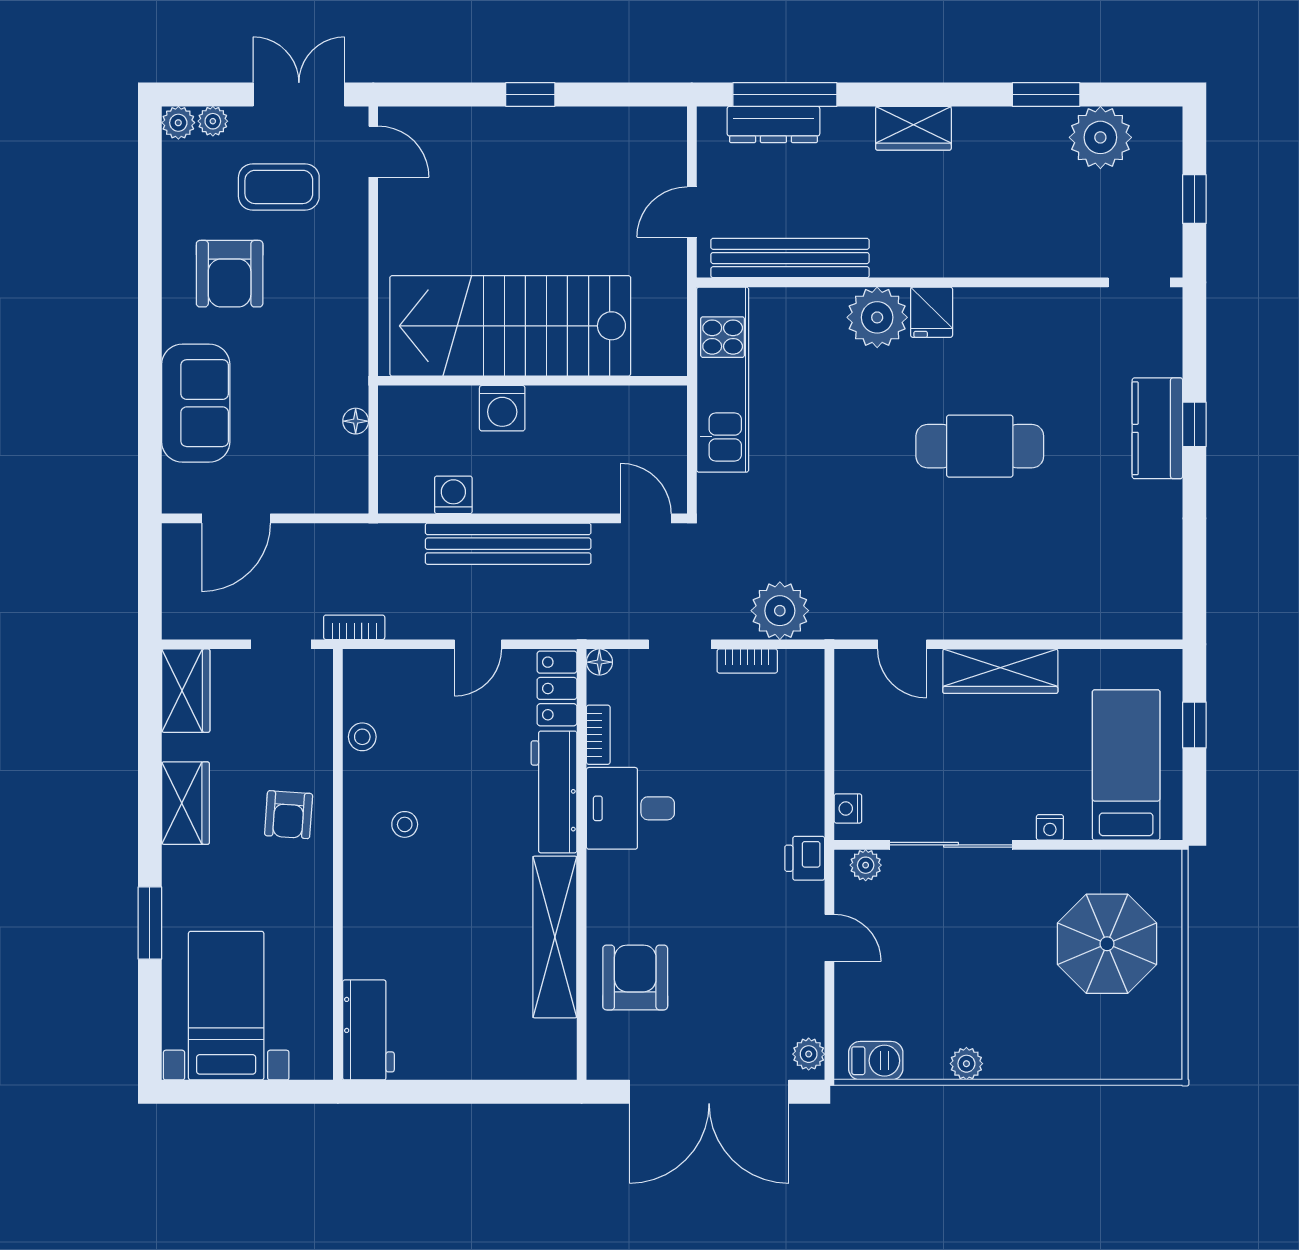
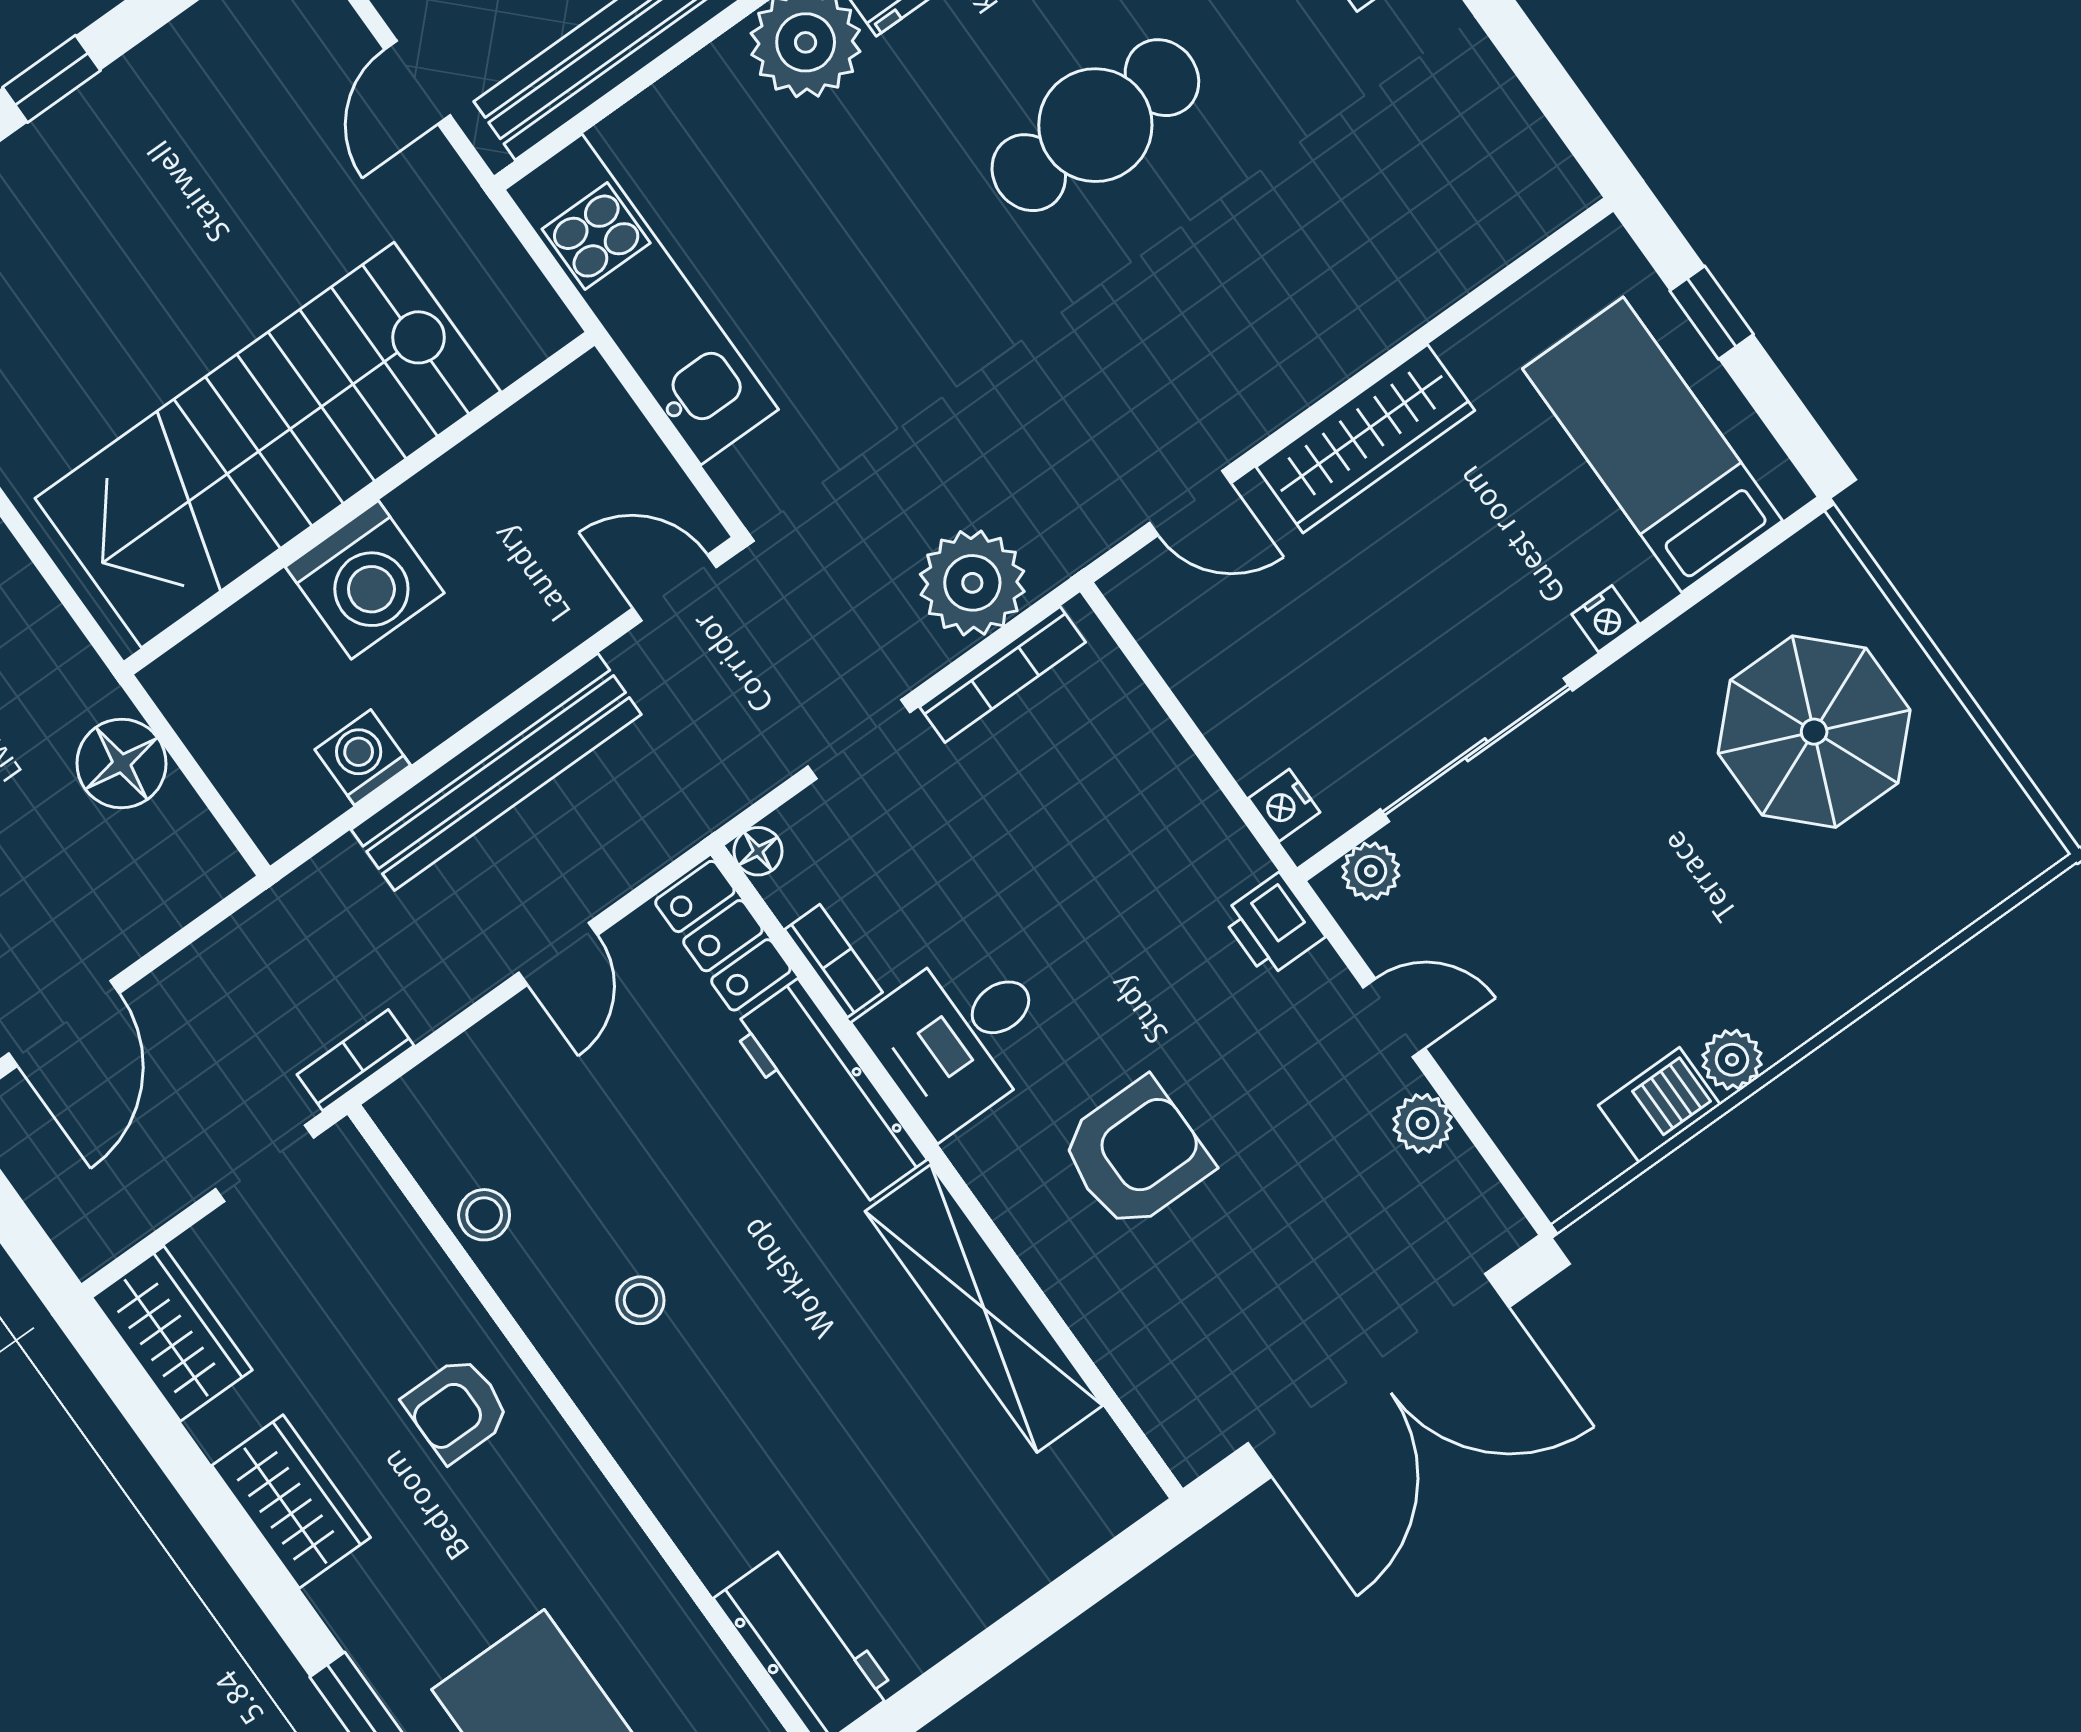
washing machine: (502, 408) -> (365, 580), width x1.37, depth x1.37
floor lamp: (356, 421) -> (122, 763), width x1.89, depth x1.89
bookcase: (747, 661) -> (1003, 675), width x1.56
armchair: (289, 815) -> (457, 1409), turned 86
armchair: (635, 978) -> (1136, 1154), moved, turned 90
plant: (809, 1054) -> (1423, 1123), moved
barbecue: (876, 1061) -> (1659, 1105), moved

